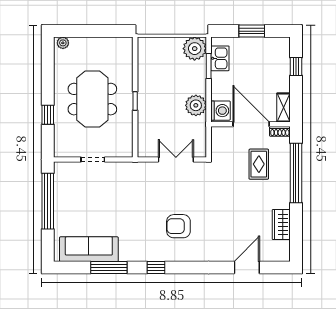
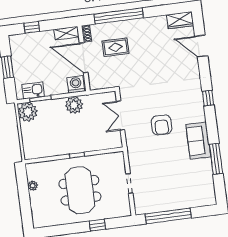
plant: (63, 43) -> (33, 186), moved
meeting table: (92, 99) -> (80, 190), turned 90
door: (251, 124) -> (84, 58), hinge flipped
wardrobe: (281, 224) -> (180, 20), moved
armchair: (178, 226) -> (162, 125), moved
sofa: (89, 249) -> (198, 141), moved, width x0.73
window: (156, 267) -> (208, 98), moved

